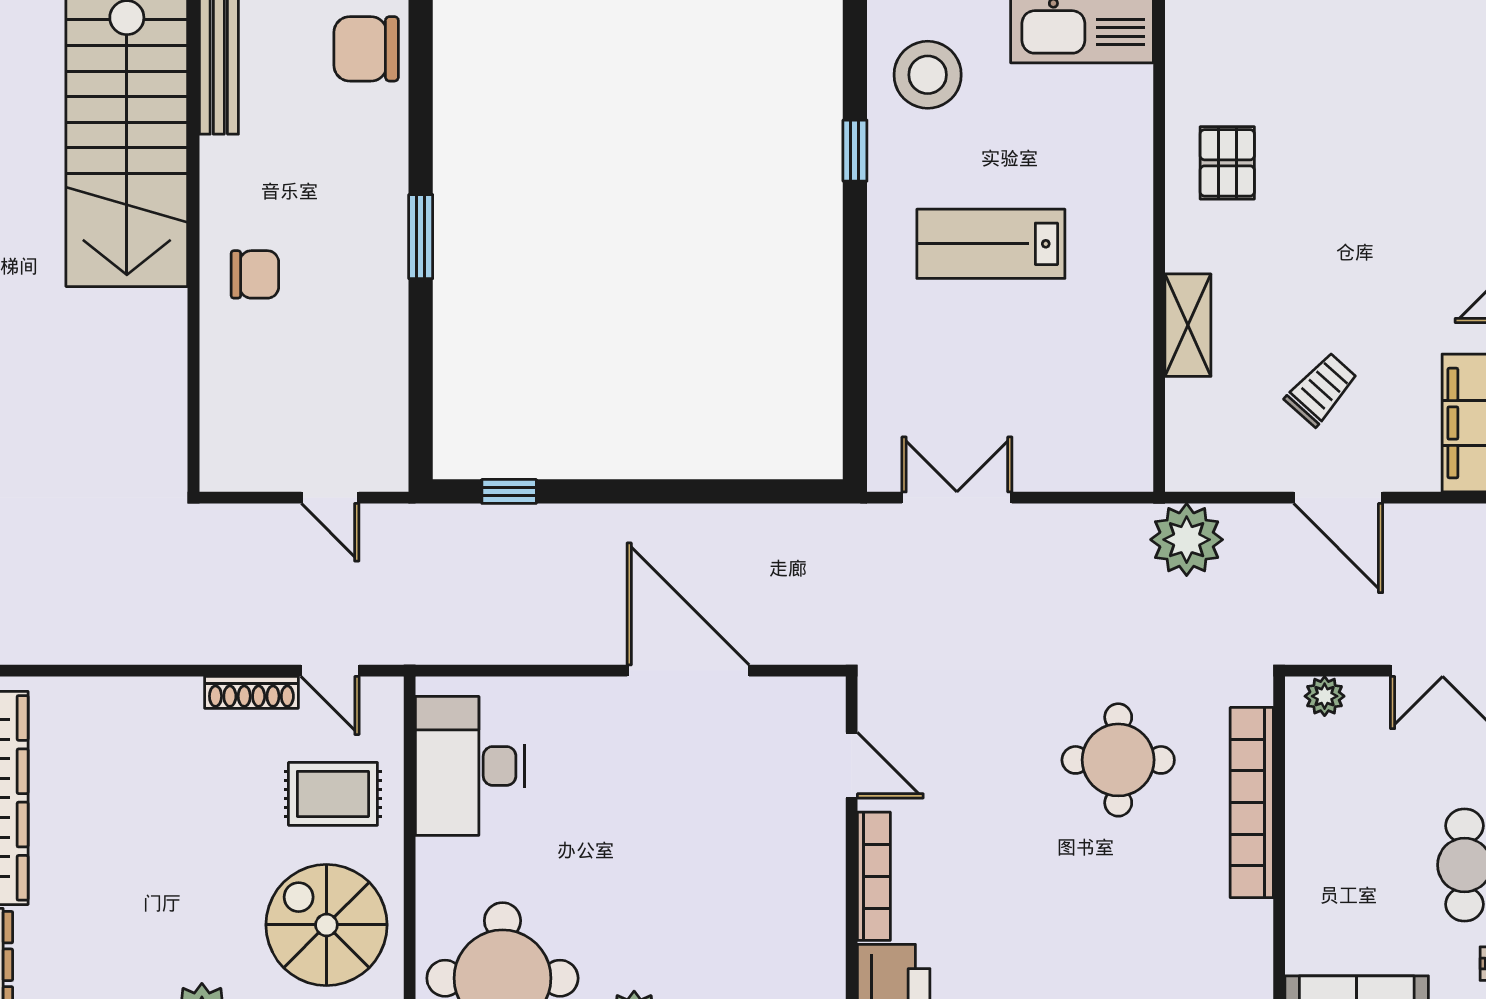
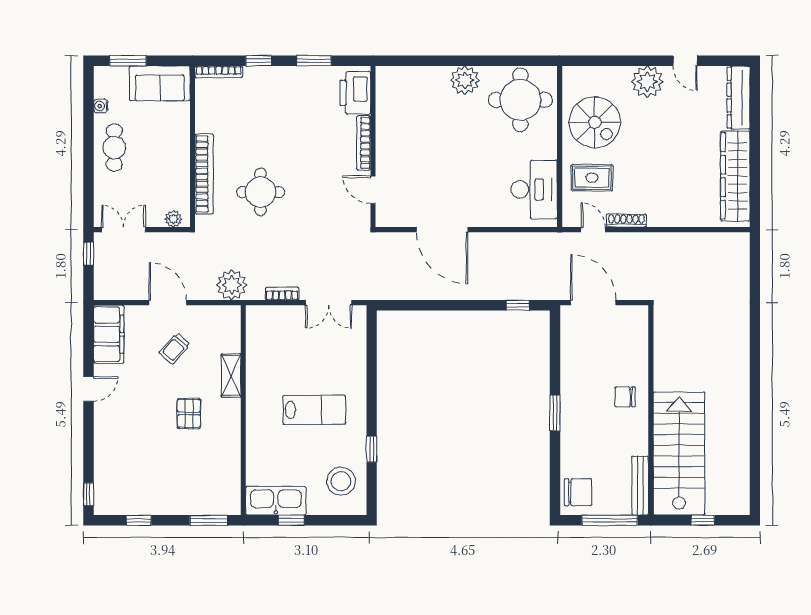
pallet: (1227, 163) -> (189, 413), moved
door: (330, 498) -> (593, 303), width x1.87
bookcase: (1067, 519) -> (282, 294), added

